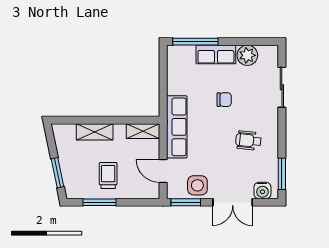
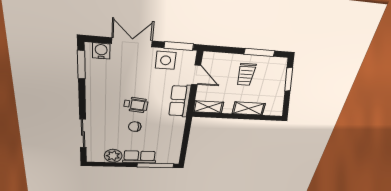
row of seats: (177, 127) -> (180, 101), width x0.68
wheelchair: (248, 140) -> (136, 105), moved

